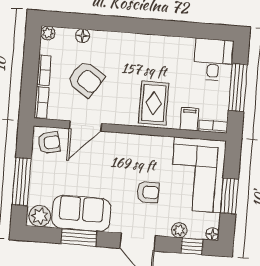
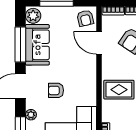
filing cabinet: (189, 119) -> (110, 116), removed
armchair: (148, 192) -> (56, 90), turned 90
window: (79, 237) -> (20, 44), width x1.44

